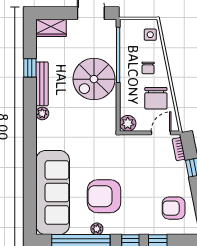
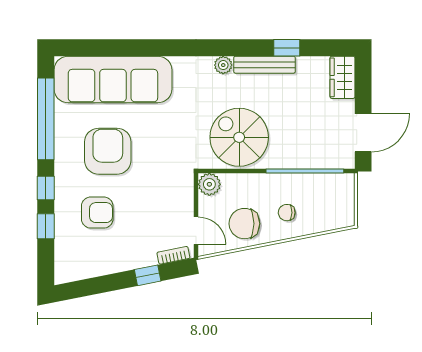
side table: (150, 35) -> (333, 216), removed
spiral stairs: (94, 79) -> (239, 137), moved
armchair: (174, 208) -> (97, 213), moved, turned 90
plant: (97, 229) -> (62, 141), removed

